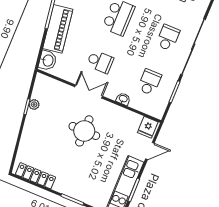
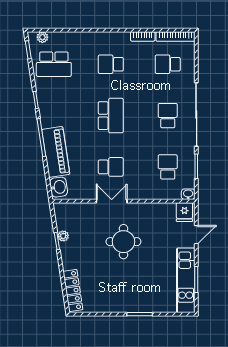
washbasin: (123, 99) -> (188, 194), moved
locker: (36, 176) -> (73, 290), moved, turned 81

